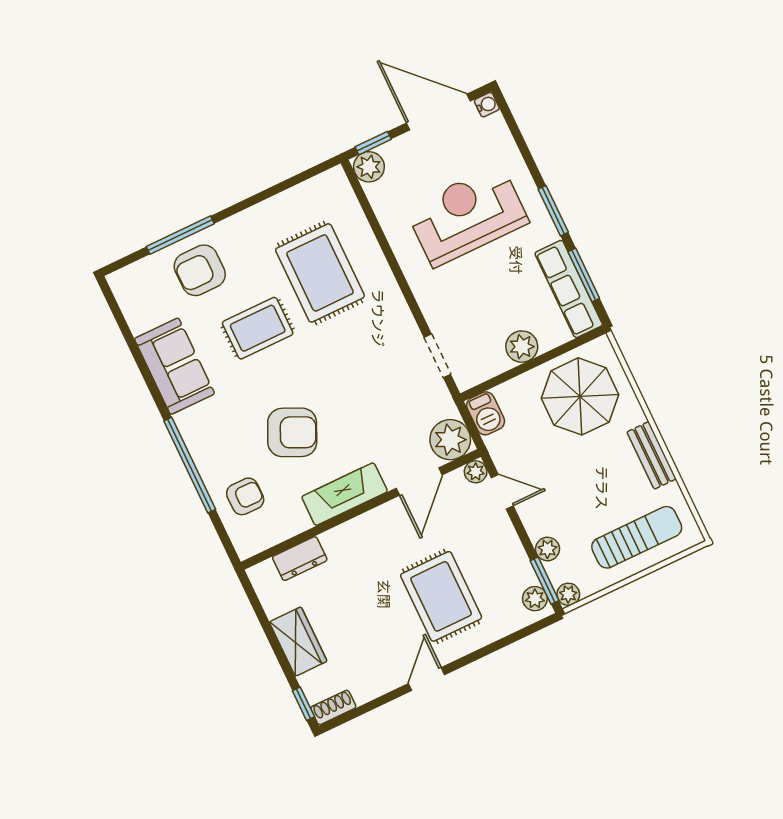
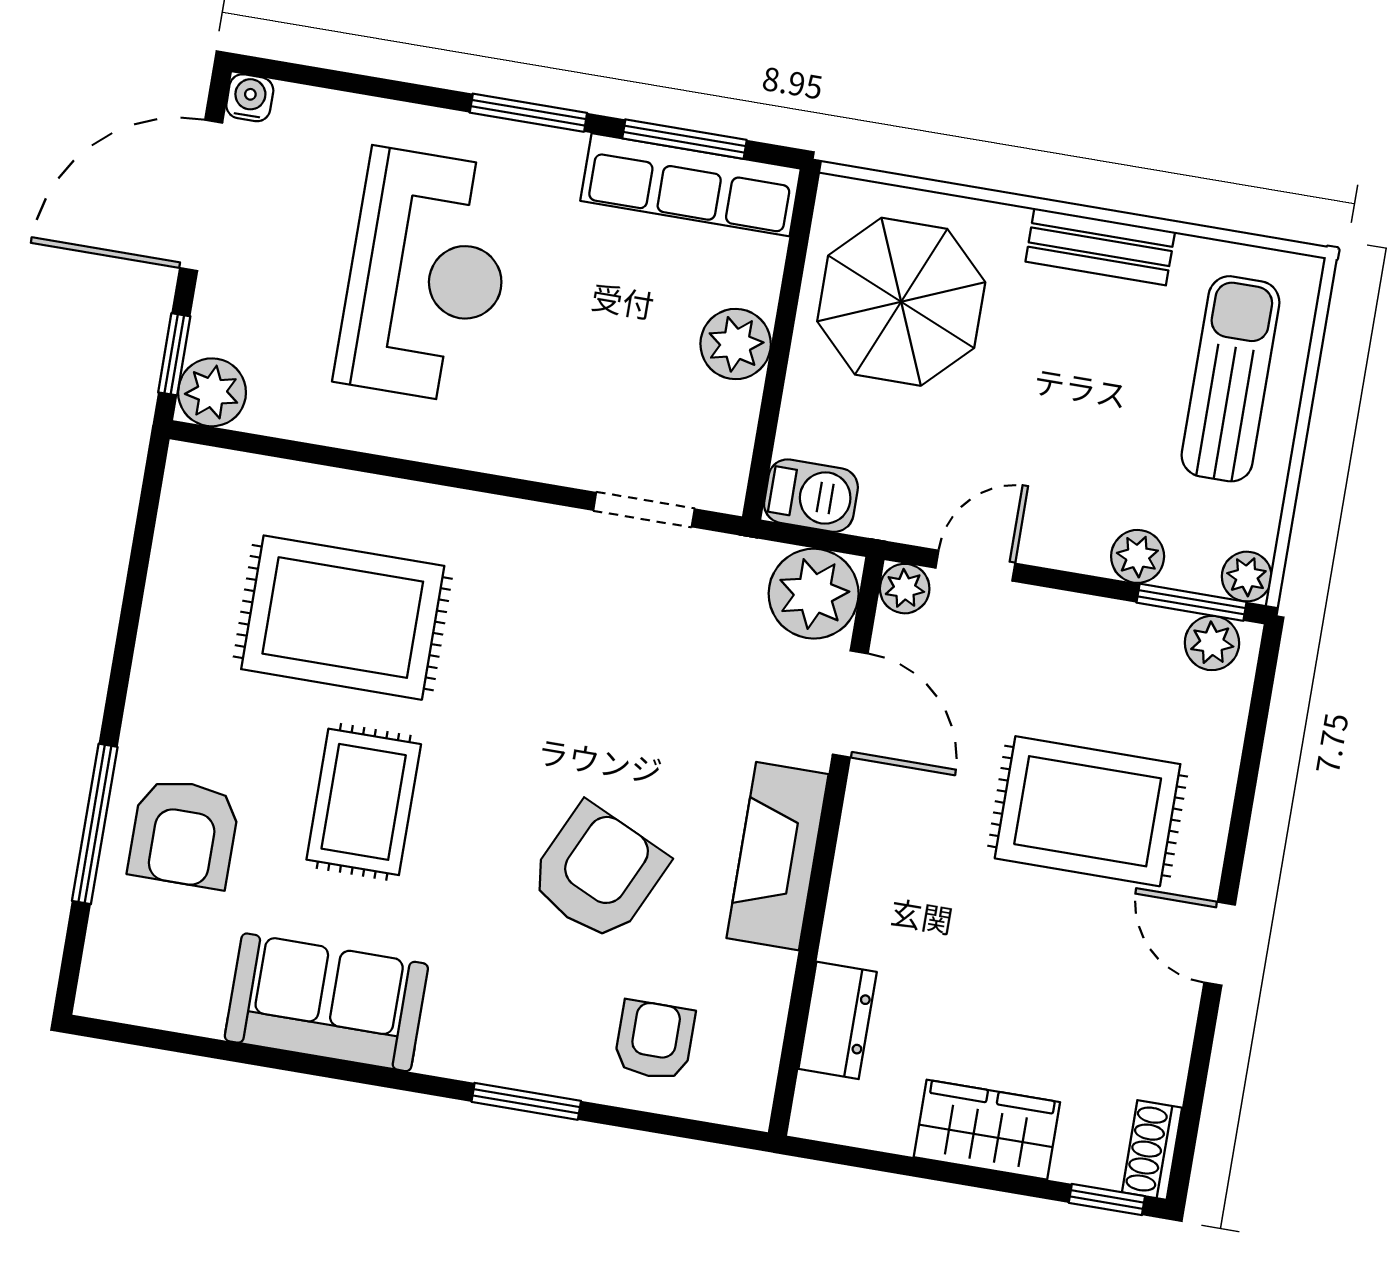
reception desk: (467, 215) -> (426, 276), turned 180
window: (190, 465) -> (526, 1101), width x0.47

